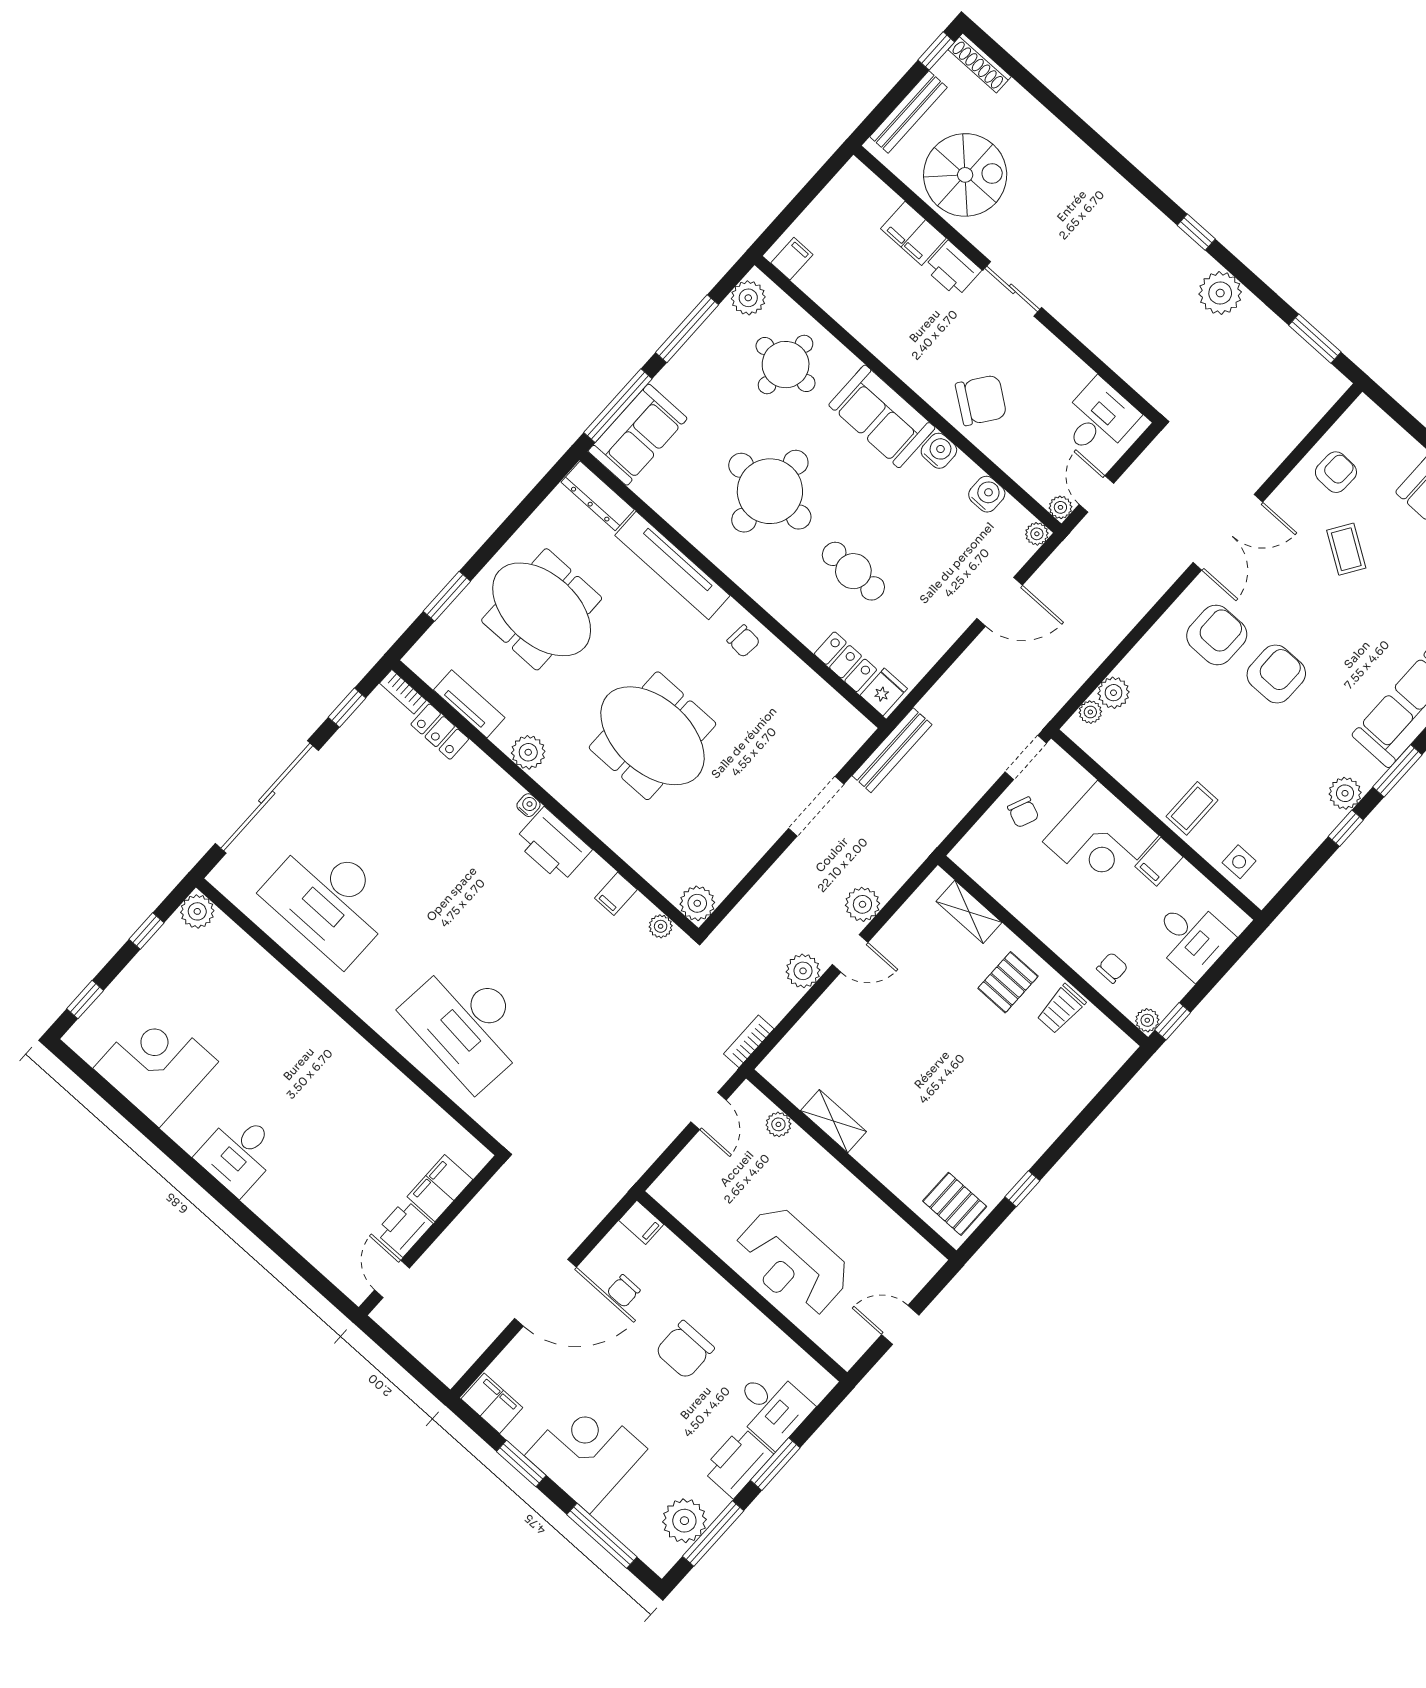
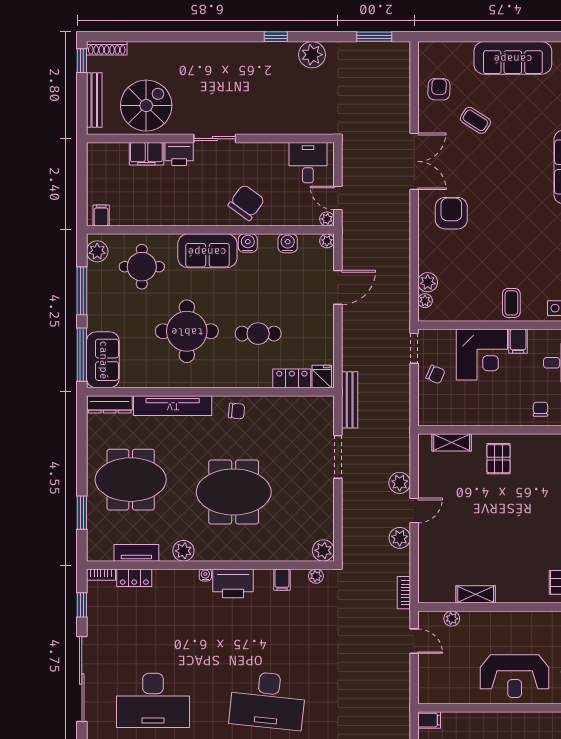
armchair: (1276, 674) -> (495, 207), removed
trolley: (1061, 1009) -> (534, 449), removed

